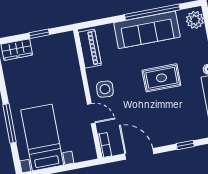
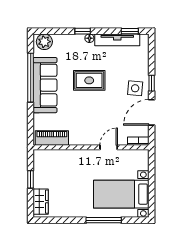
rug: (161, 78) -> (89, 80), turned 90
side table: (105, 89) -> (135, 88), moved
window: (185, 145) -> (152, 83), moved

